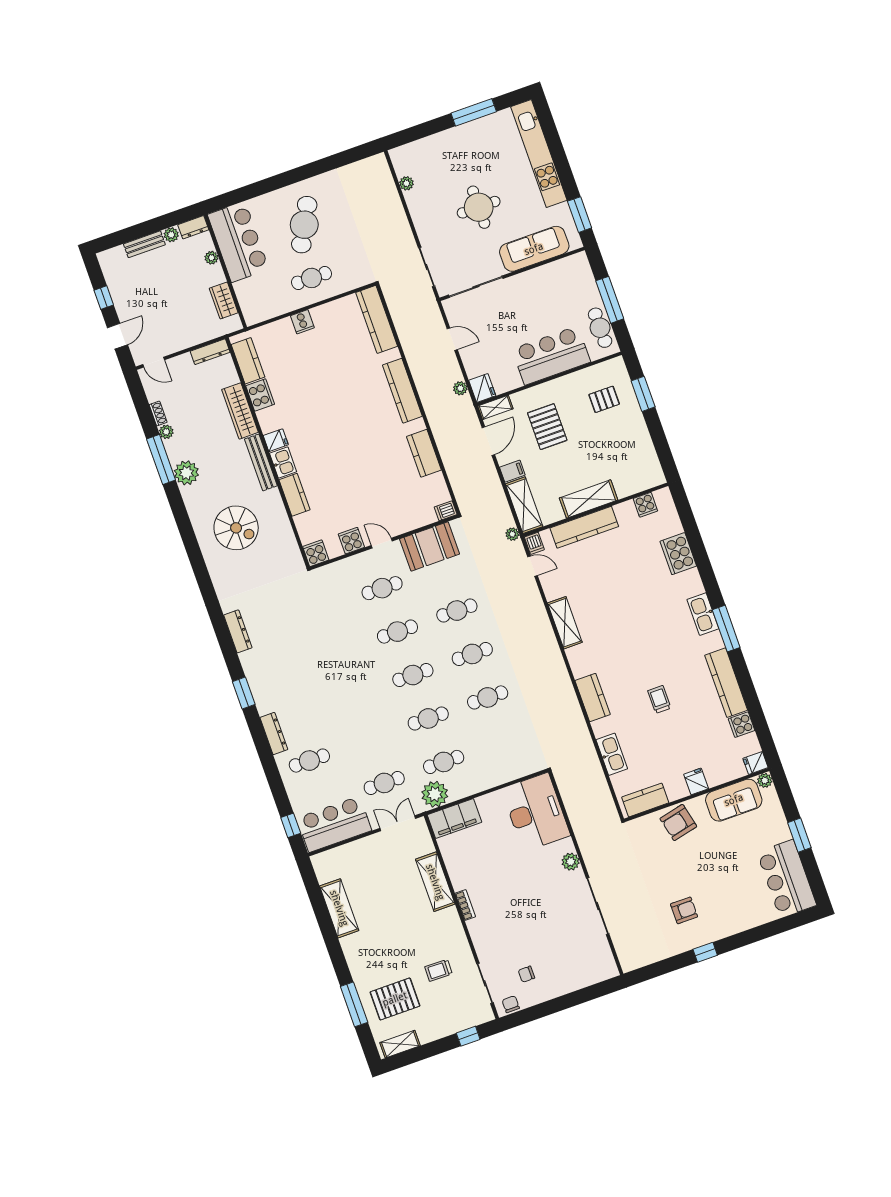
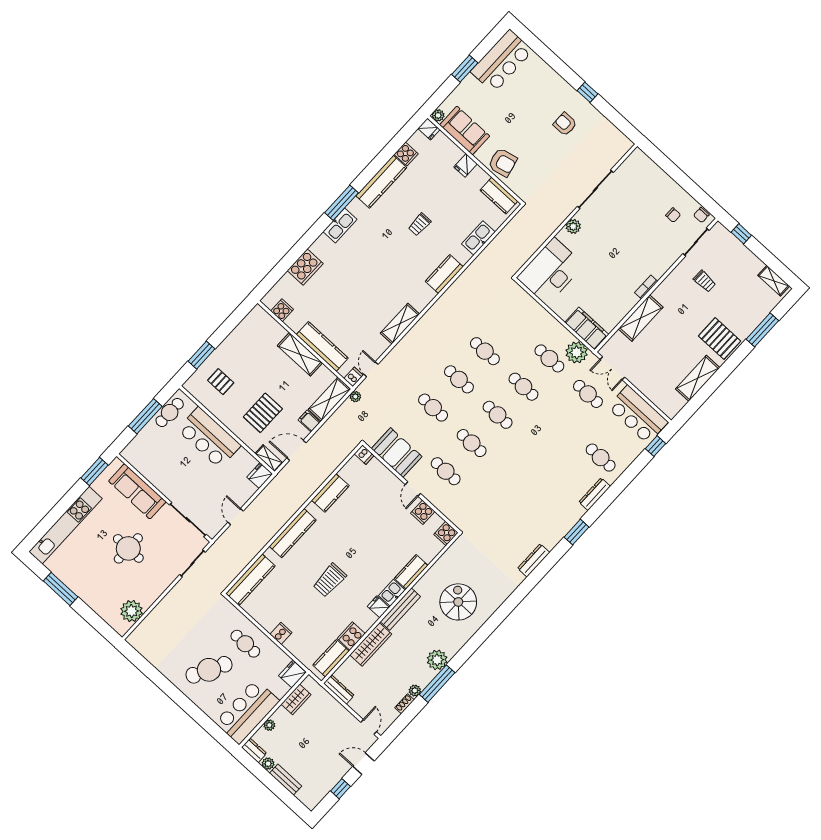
plant: (406, 183) -> (131, 611), width x1.87, depth x1.87
fridge: (253, 311) -> (292, 674), added
plant: (460, 388) -> (268, 492), removed
trolley: (332, 403) -> (330, 580), added
pallet: (395, 999) -> (720, 338), moved

